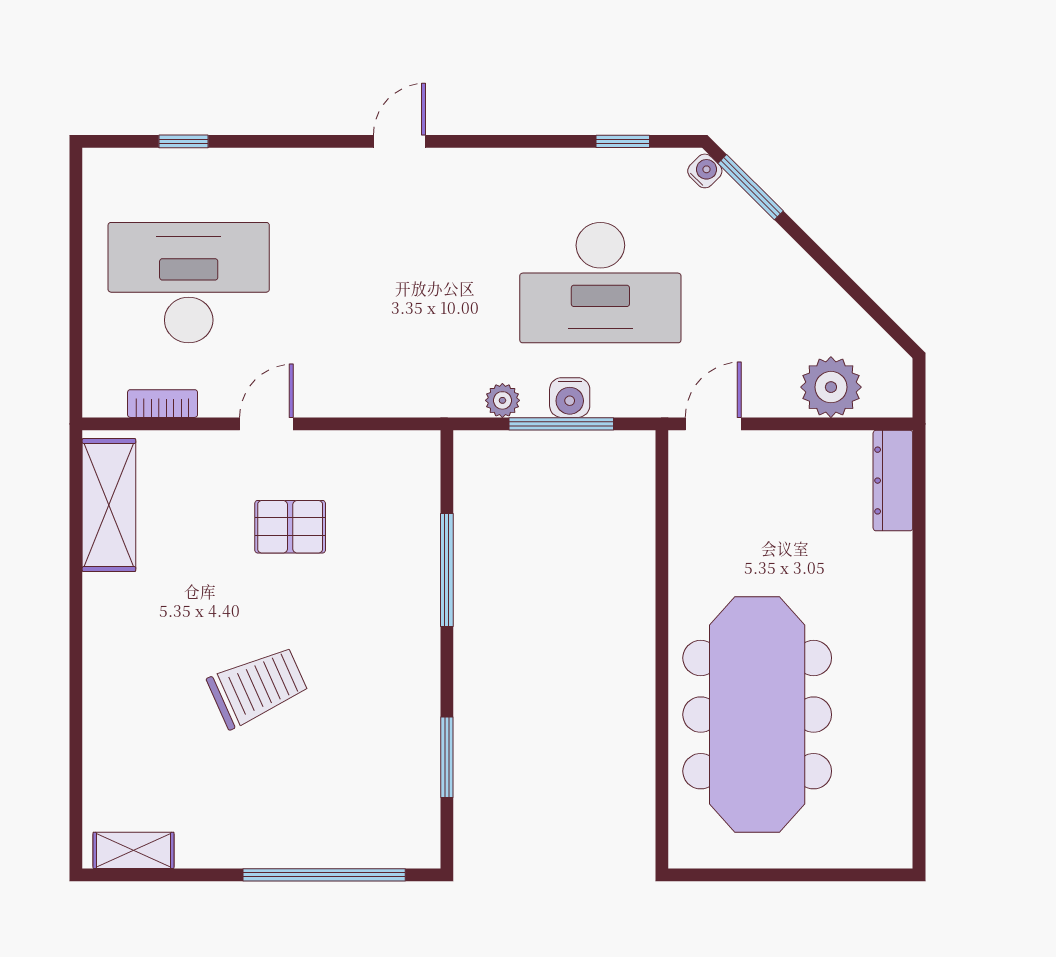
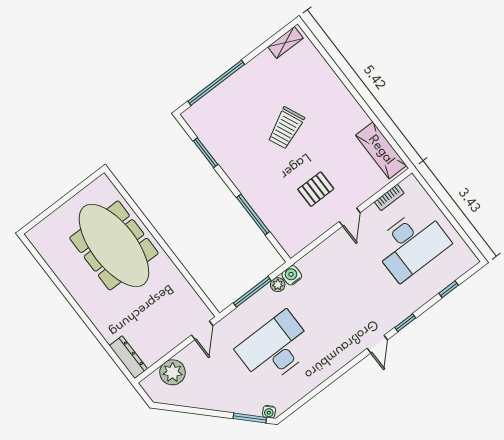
window: (623, 141) -> (405, 323), moved
water cooler: (570, 398) -> (292, 275), moved

